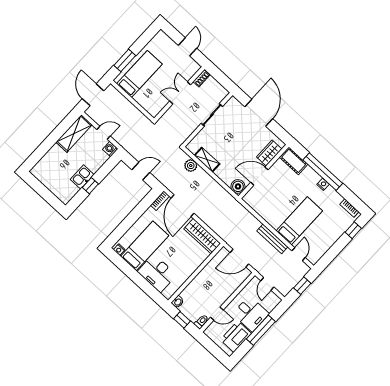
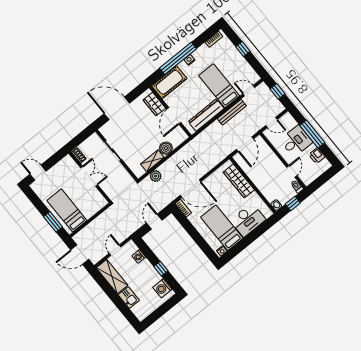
door: (187, 47) -> (38, 173), moved
double door: (180, 93) -> (89, 176), swing flipped
washing machine: (110, 149) -> (139, 256), moved
cot: (294, 161) -> (169, 82), width x1.37, depth x1.34
kitchen sink: (82, 177) -> (129, 297), moved, turned 180
boiler: (238, 186) -> (166, 148), moved
washing machine: (69, 190) -> (162, 288), added
dresser: (265, 211) -> (206, 115), added
window: (353, 230) -> (243, 49), moved
wardrobe: (202, 236) -> (239, 181), moved, turned 90
printer: (236, 337) -> (317, 156), width x0.53, depth x0.68

